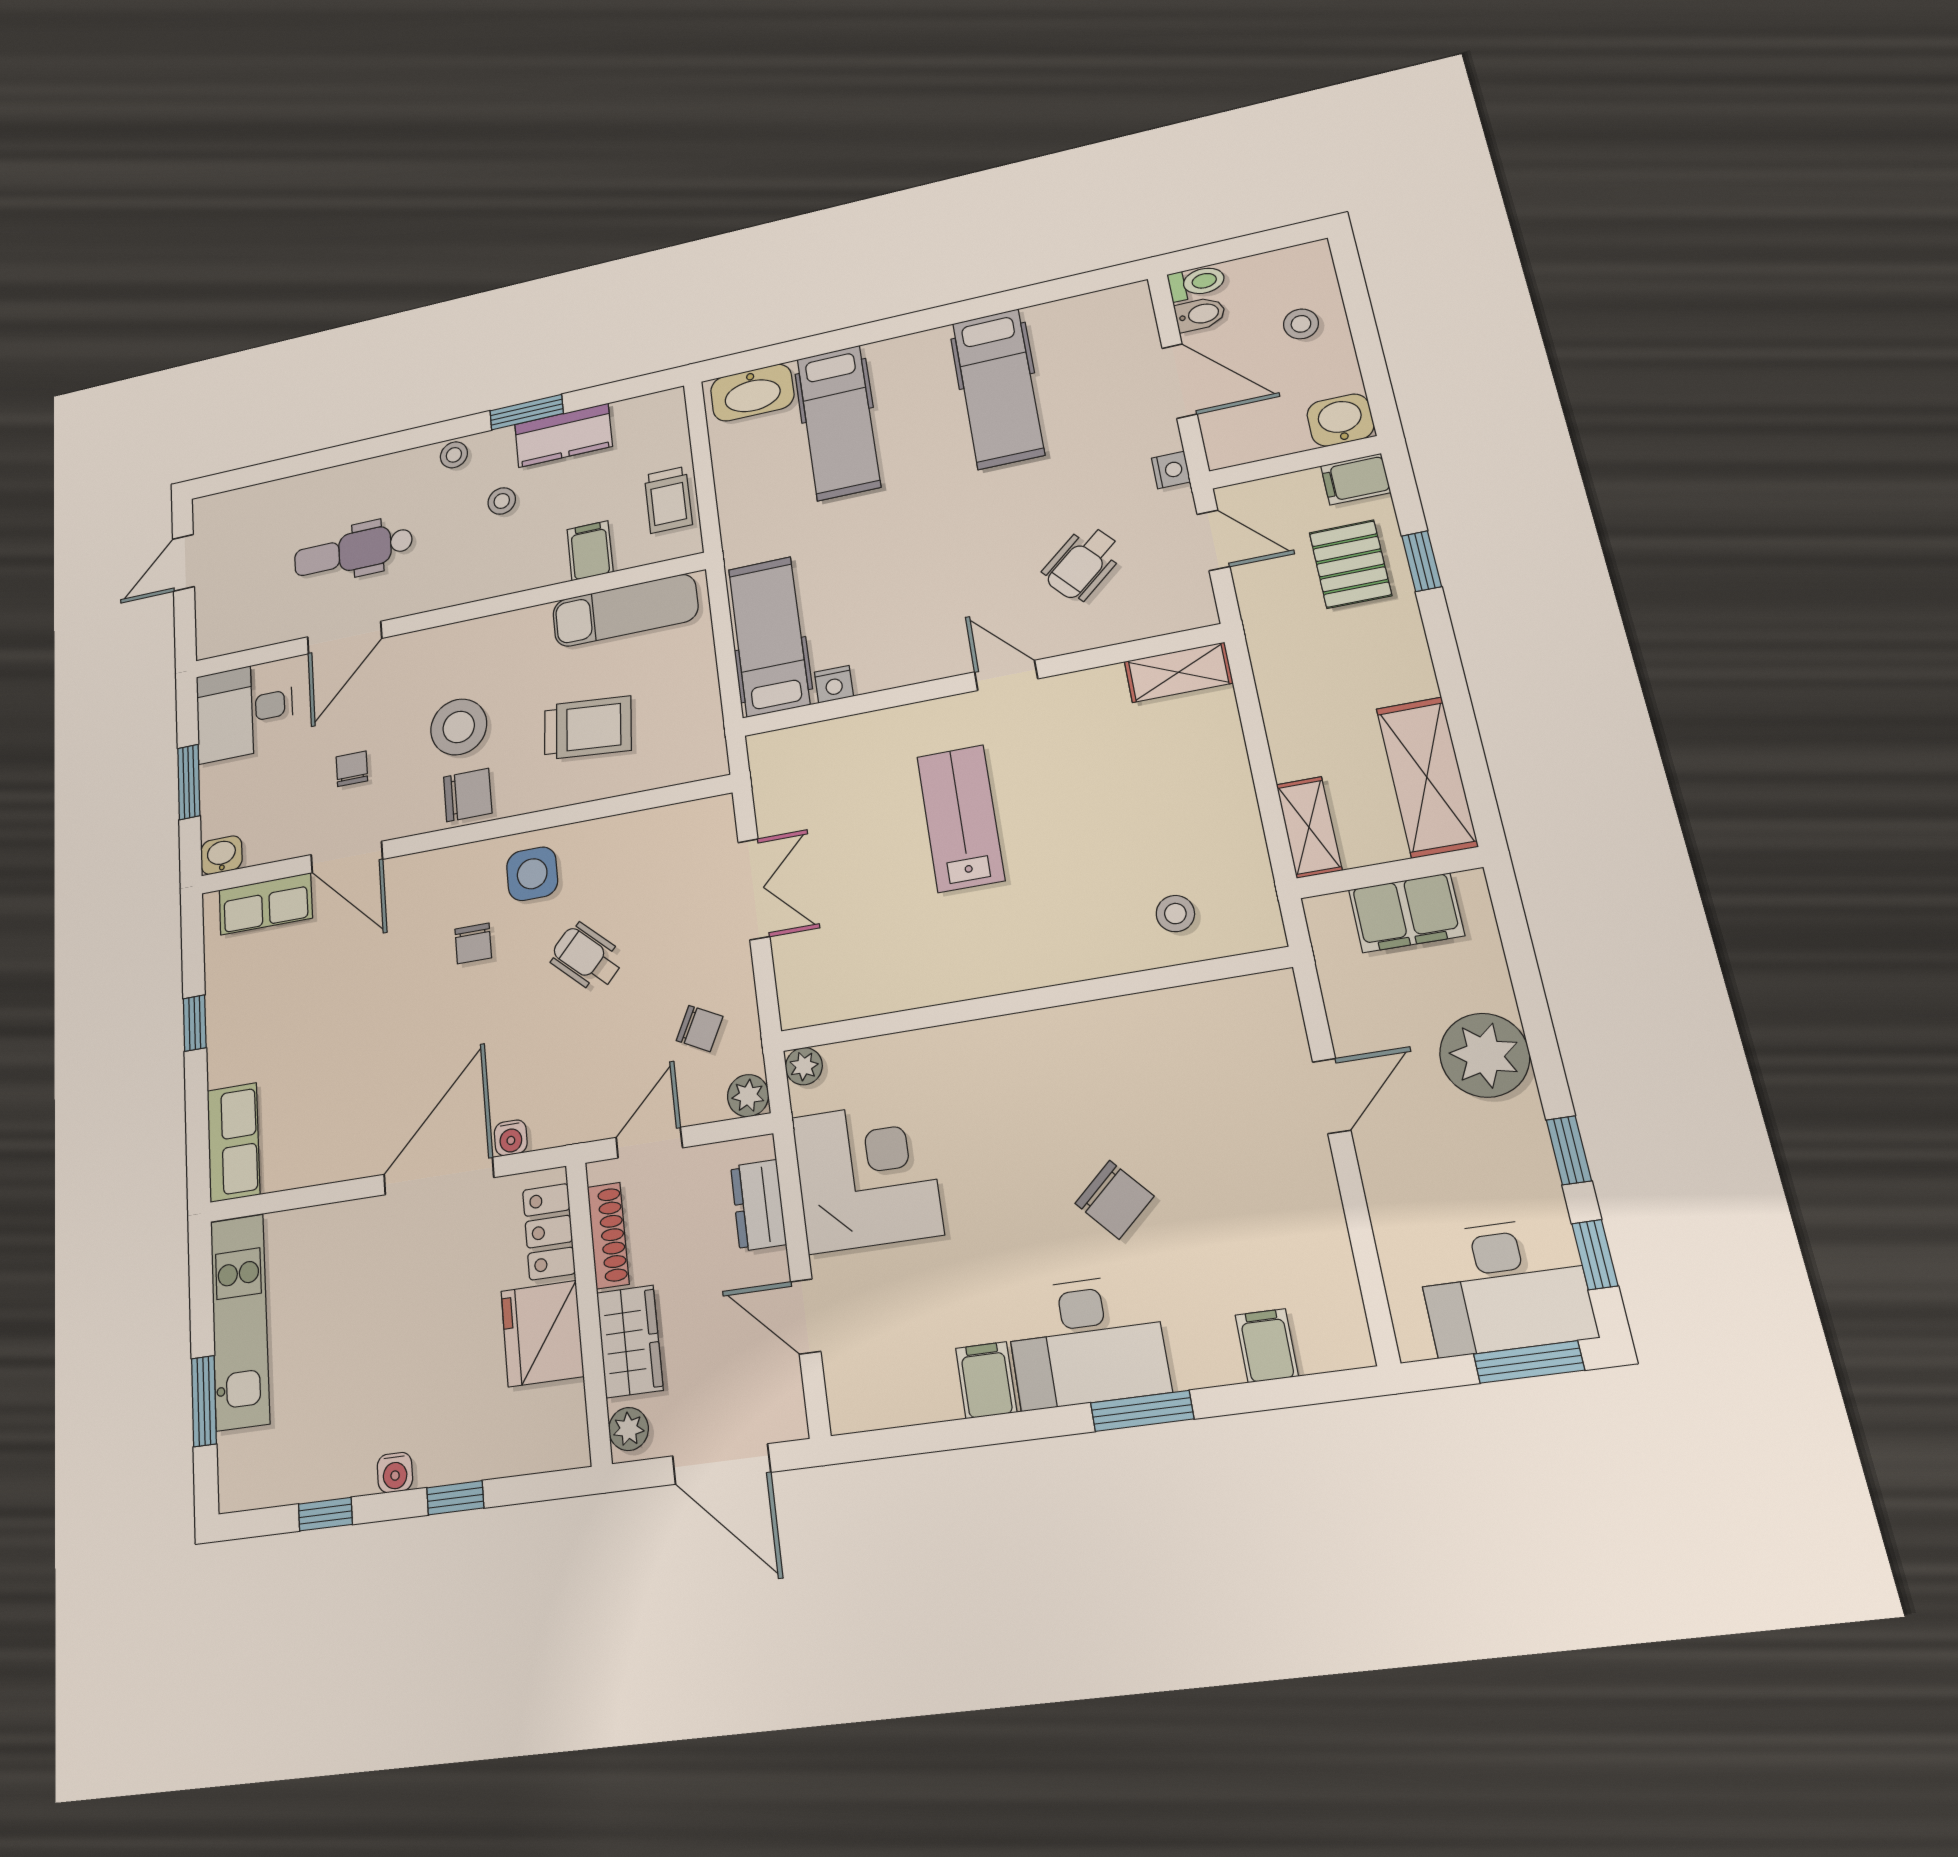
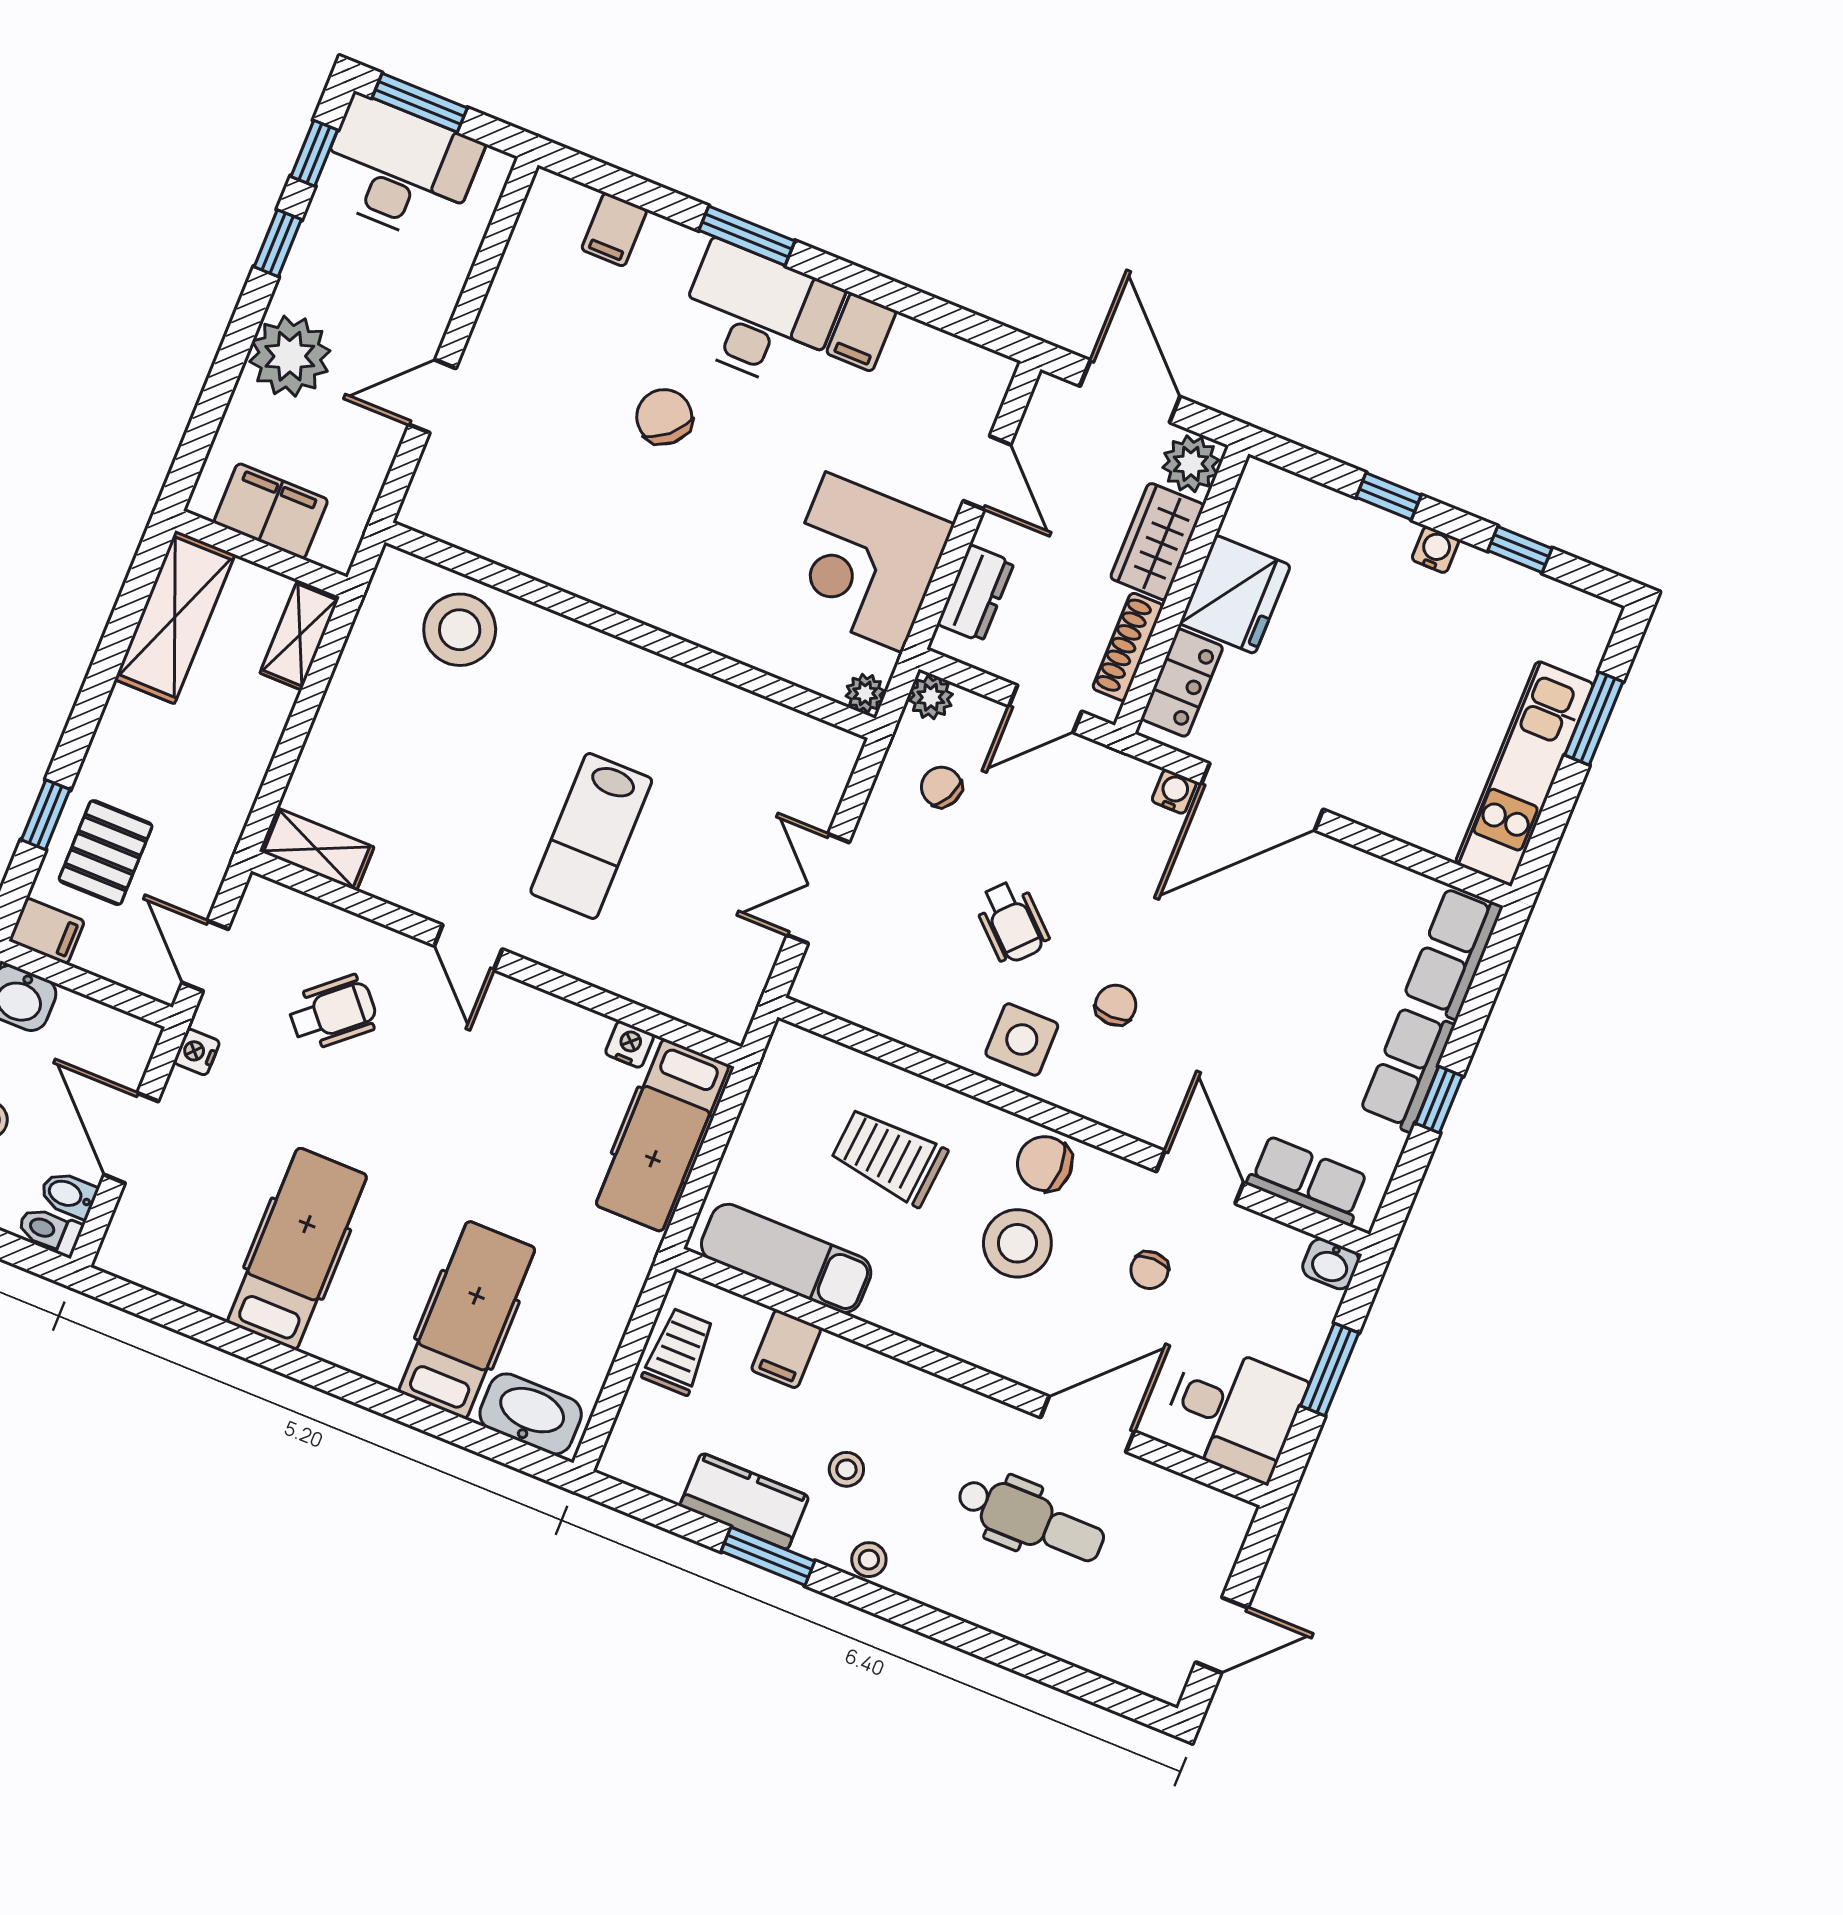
stool: (1175, 914) -> (460, 630), width x1.89, depth x1.89
row of seats: (229, 1032) -> (1407, 1069), added
plant: (629, 1429) -> (1191, 464), width x1.38, depth x1.38

